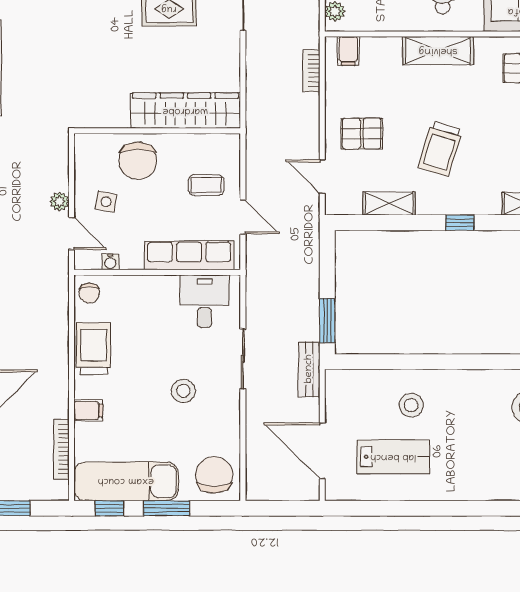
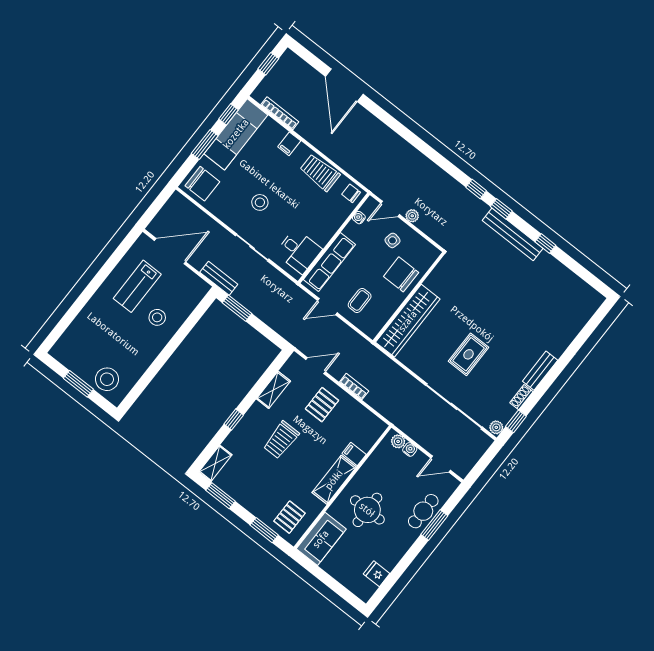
filing cabinet: (348, 51) -> (354, 454), moved
bookcase: (311, 71) -> (354, 387), moved
trolley: (440, 149) -> (281, 440), turned -107
trolley: (94, 349) -> (320, 172), turned 180

